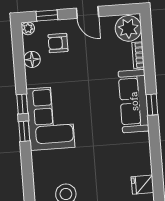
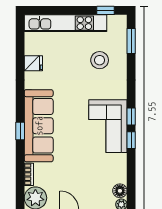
armchair: (58, 43) -> (97, 190), removed
floor lamp: (32, 59) -> (120, 191), moved
sofa: (134, 101) -> (39, 126), width x1.36, depth x1.27

